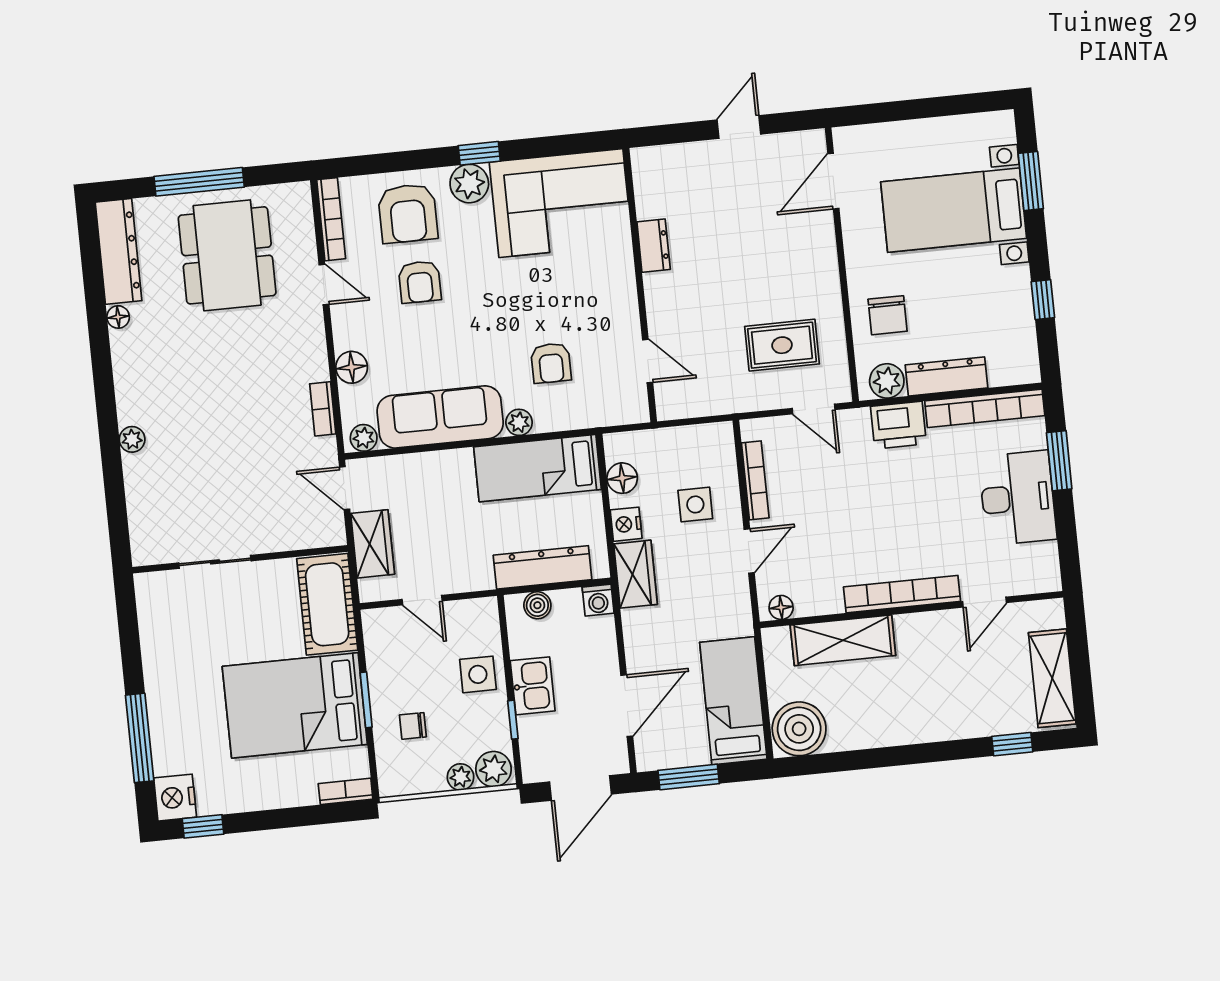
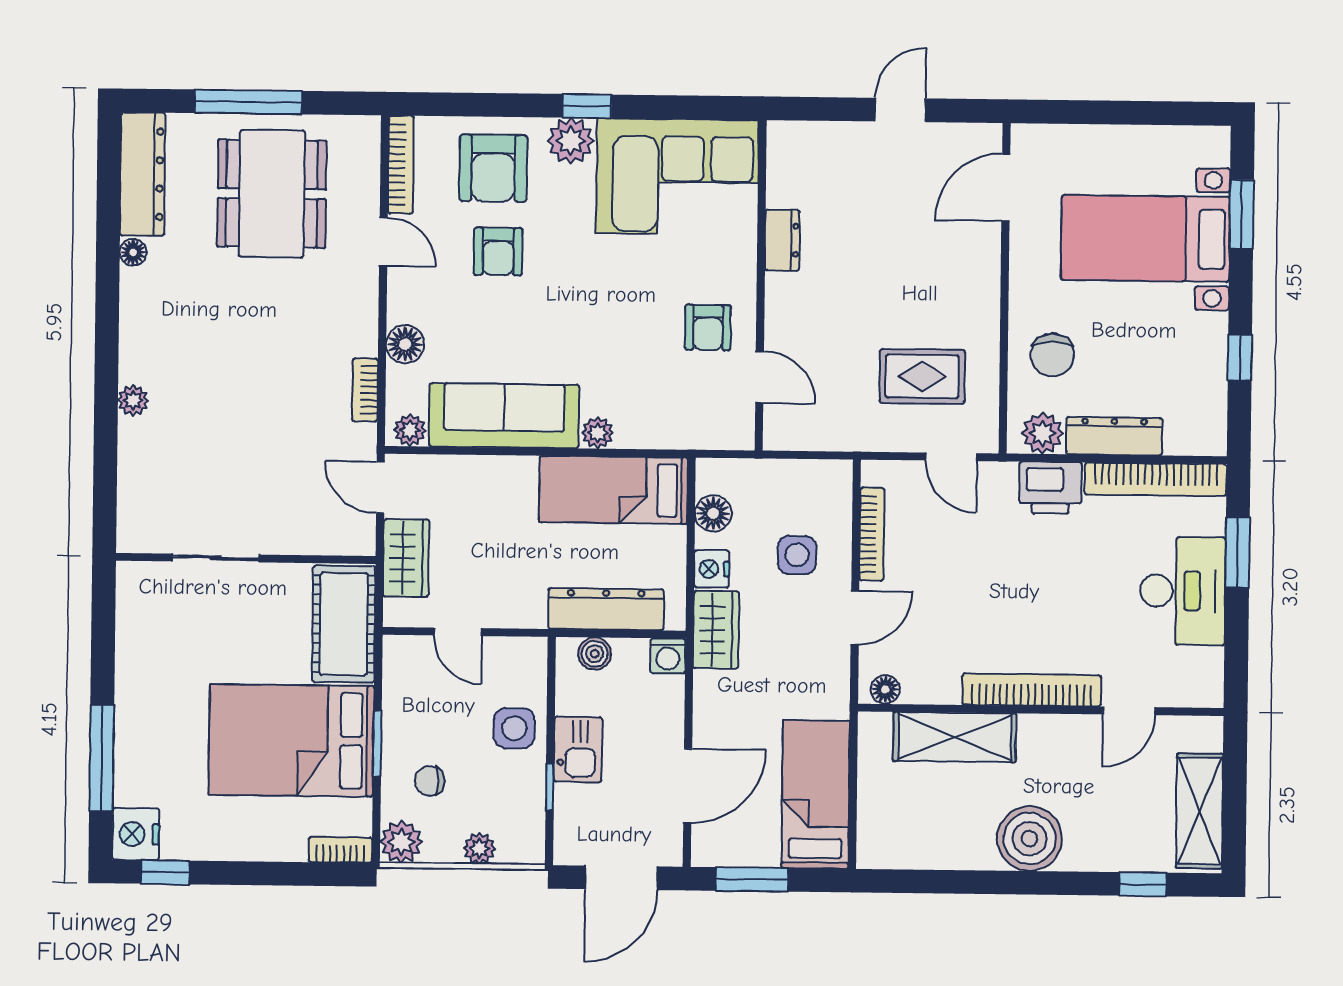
armchair: (551, 363) -> (708, 327), moved
boiler: (799, 729) -> (1030, 839), moved
plant: (493, 769) -> (401, 842), moved

